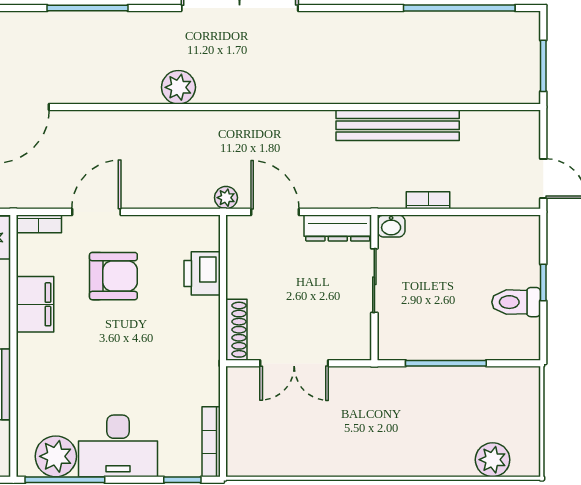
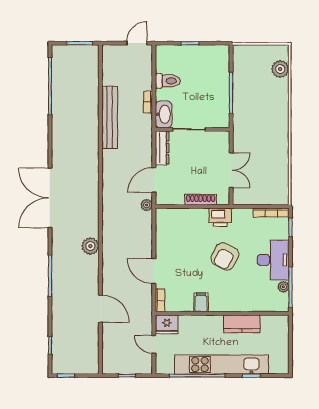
plant: (178, 87) -> (90, 246), moved
washbasin: (391, 226) -> (164, 114), width x1.91, depth x1.45
printer: (202, 273) -> (220, 217), moved
armchair: (113, 276) -> (225, 256), moved, turned -153
toilet: (516, 302) -> (168, 81), moved, turned -90
filing cabinet: (35, 304) -> (201, 302), width x0.50
shoe rack: (236, 330) -> (201, 200), moved
plant: (56, 456) -> (283, 287), width x0.53, depth x0.53

